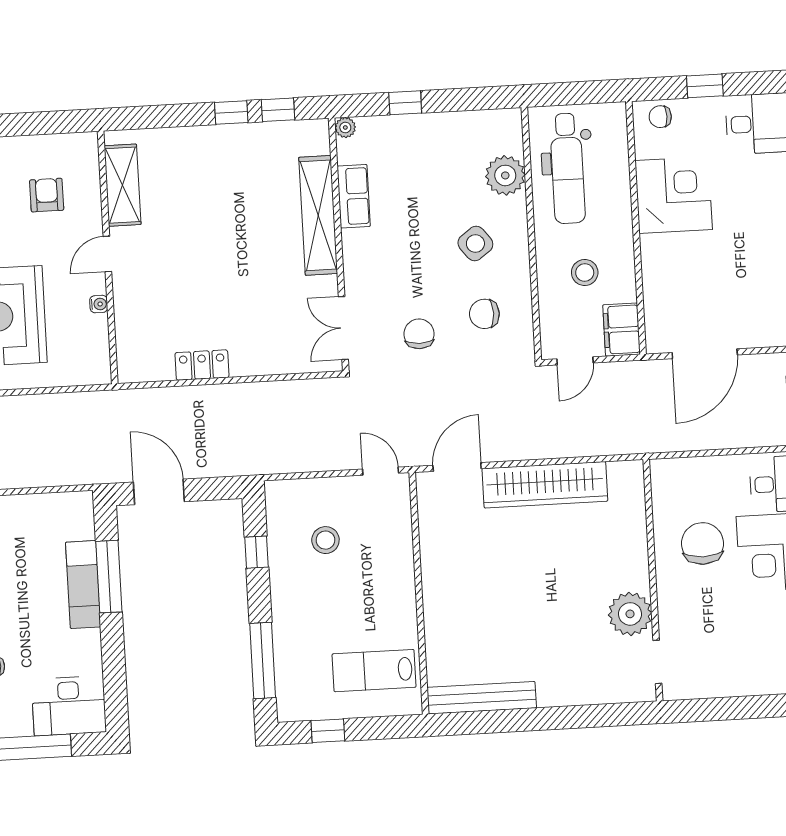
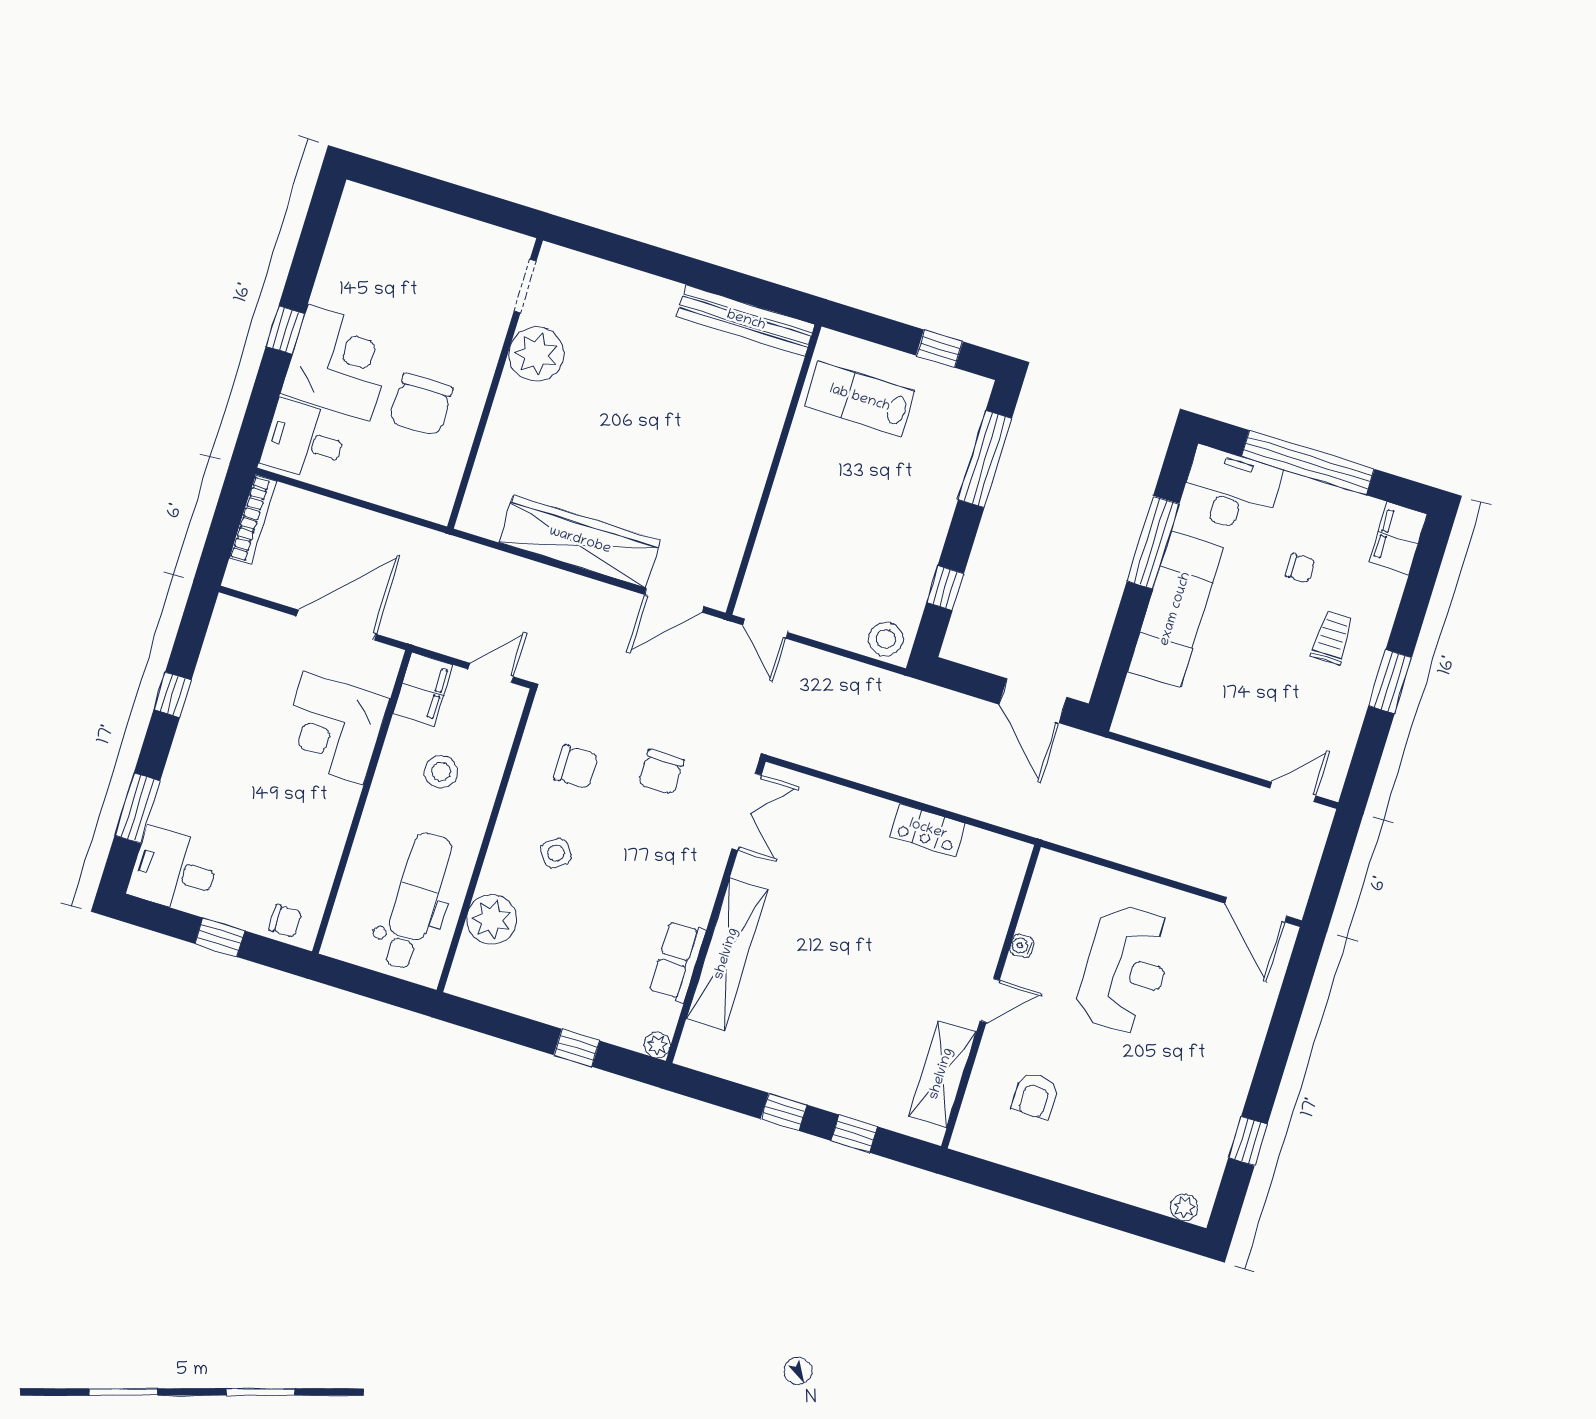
window: (278, 110) -> (854, 1134), moved
corner desk: (674, 195) -> (333, 728), moved
side table: (475, 244) -> (556, 853), width x0.73, depth x0.73
stool: (325, 540) -> (886, 639), moved
window: (109, 577) -> (1153, 542), moved
exam couch: (83, 585) -> (1176, 609), width x1.36, depth x1.45
lab bench: (374, 671) -> (860, 399), turned 180

